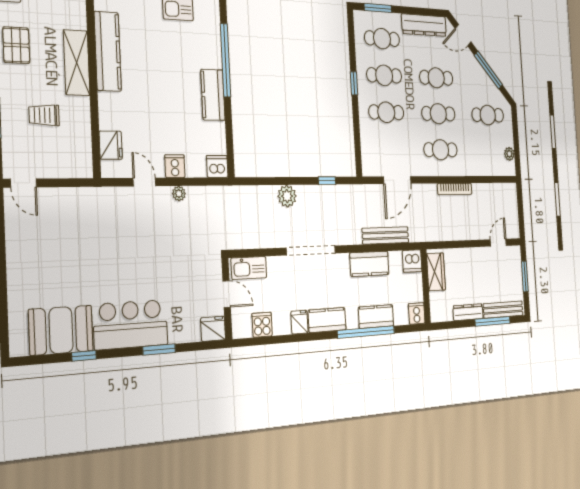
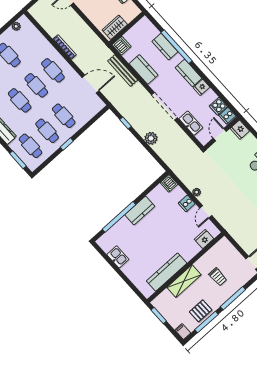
kitchen sink: (249, 268) -> (191, 123), moved
cooker: (417, 313) -> (227, 116), moved

